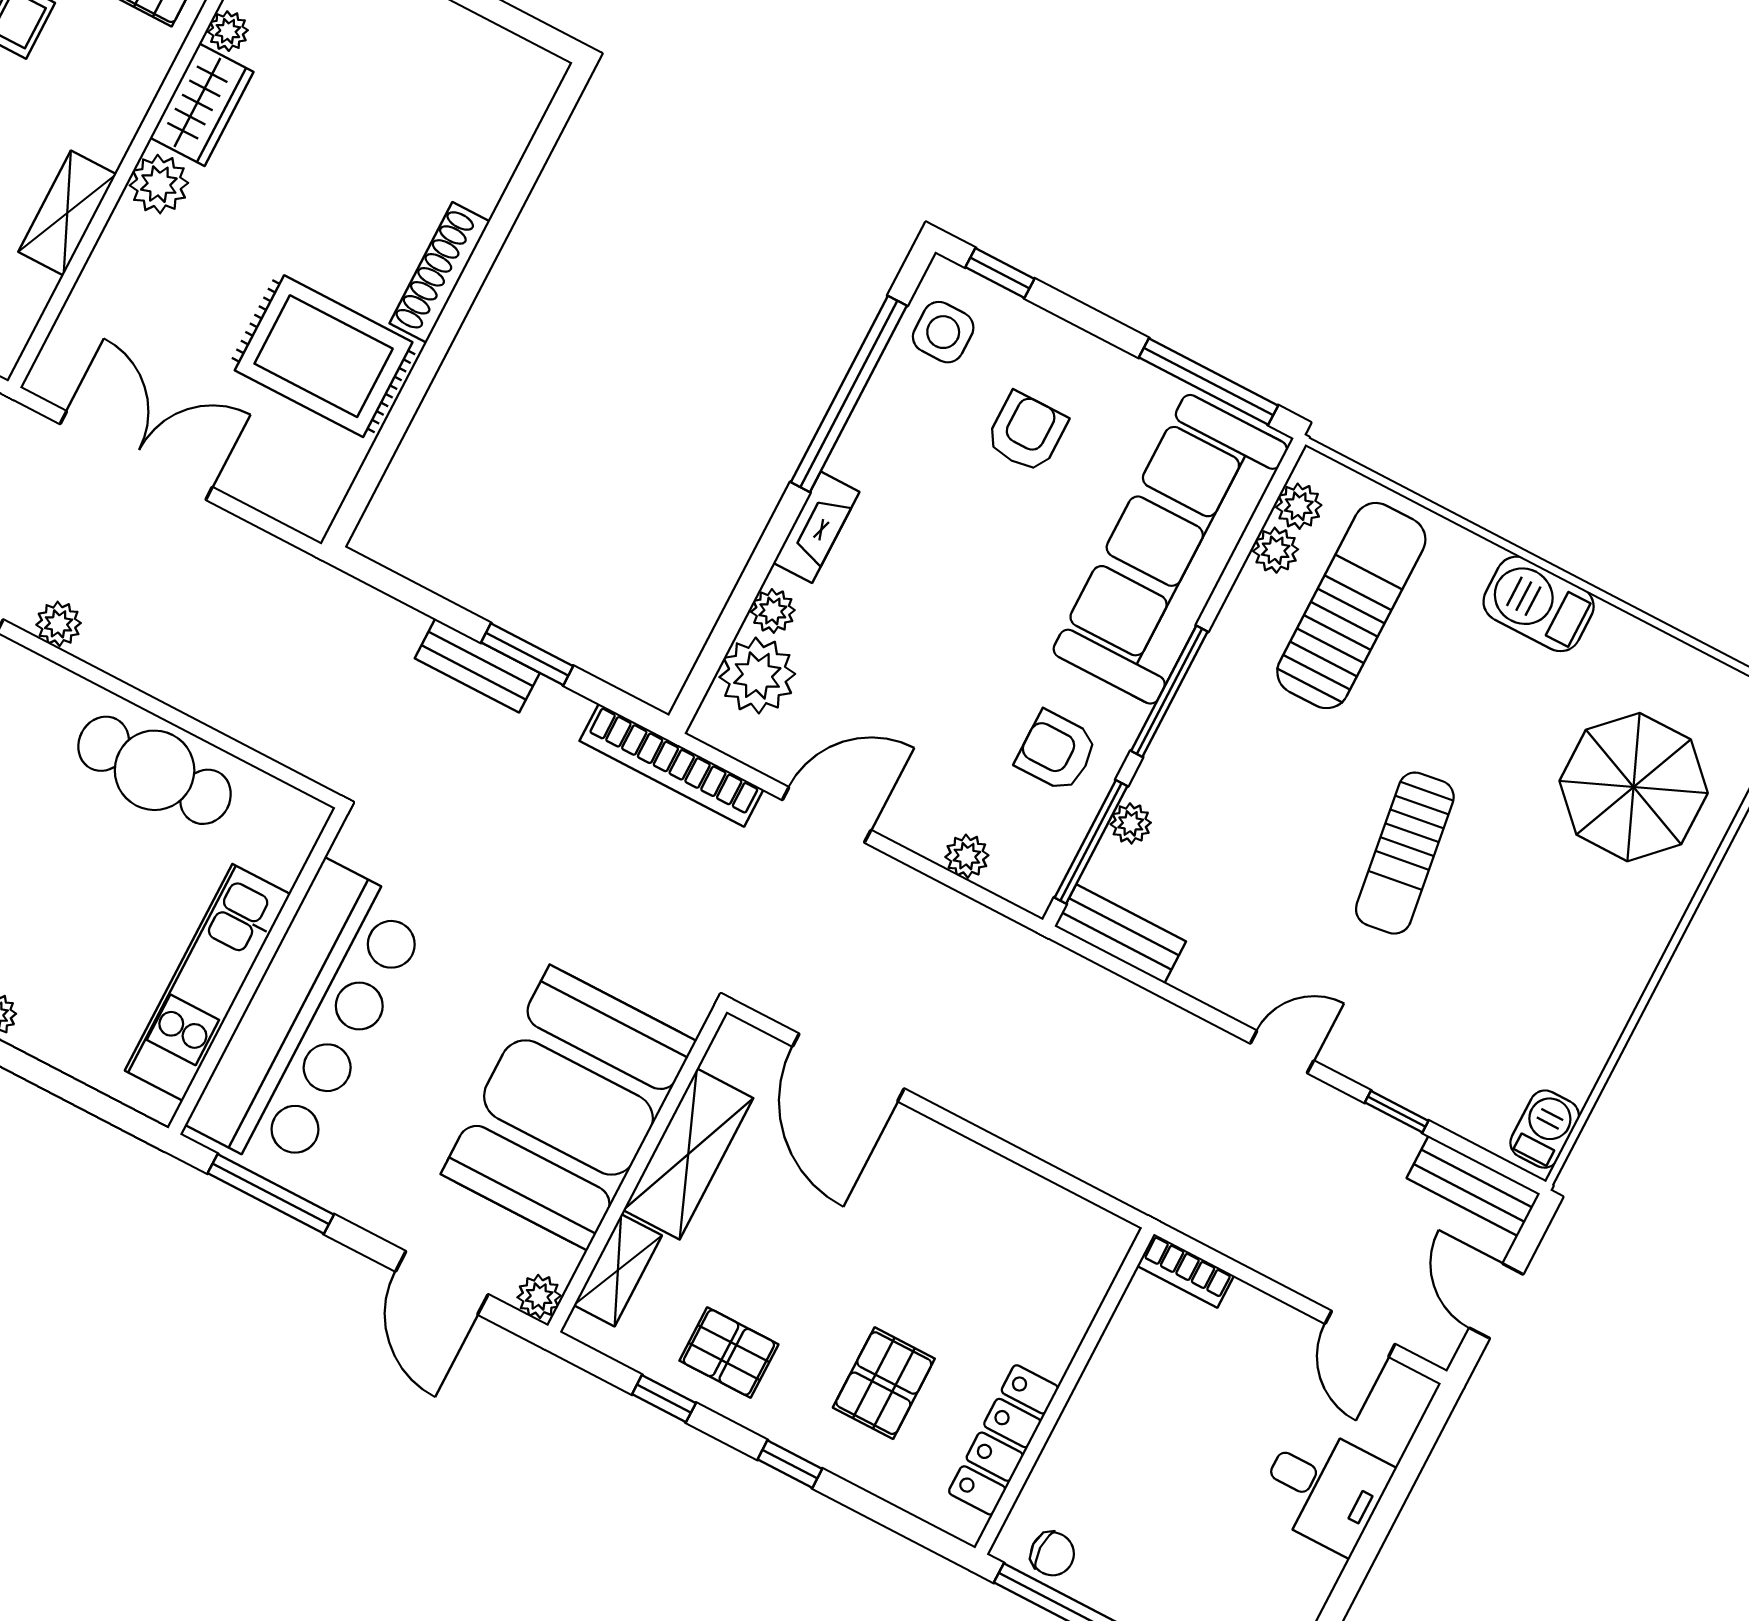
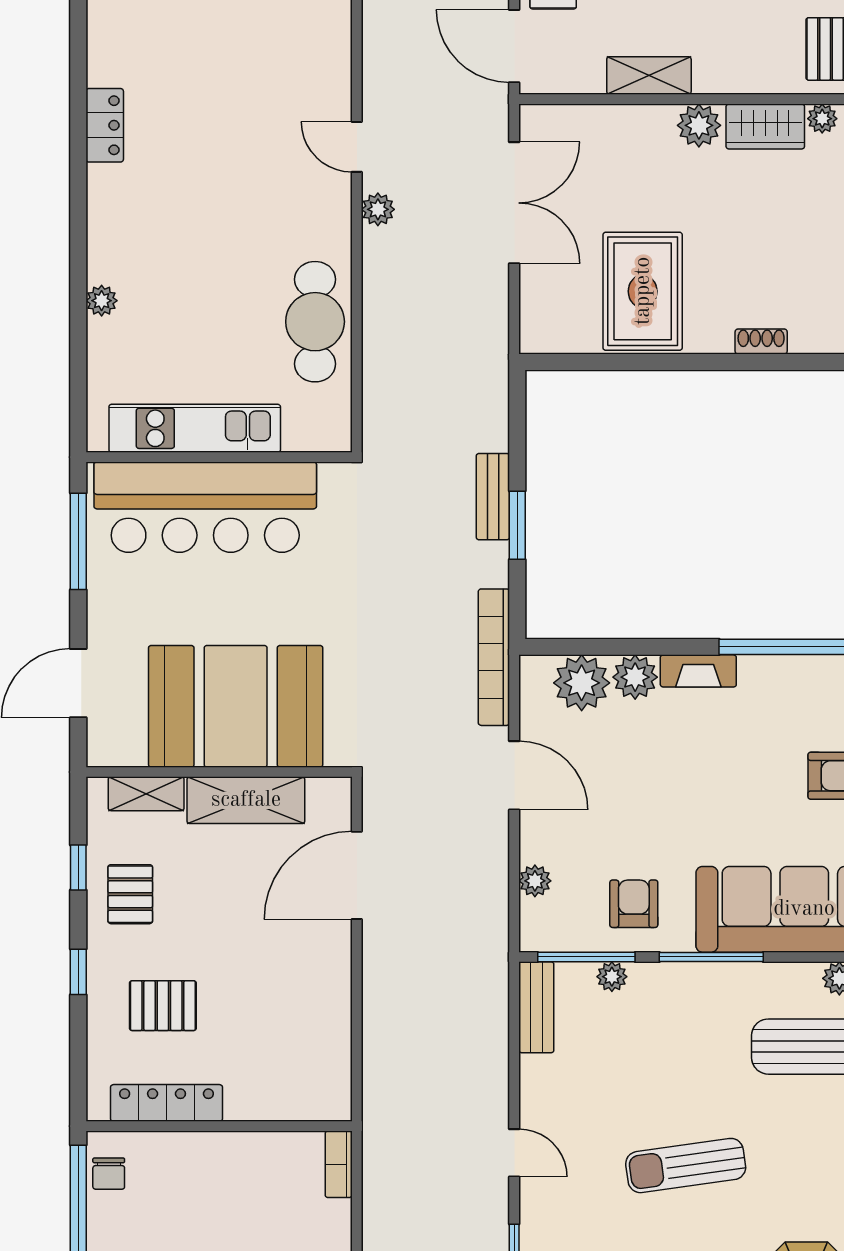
shoe rack: (440, 272) -> (761, 342), width x0.51, depth x0.81
plant: (773, 611) -> (635, 677), width x1.38, depth x1.38
plant: (539, 1296) -> (102, 751), removed

